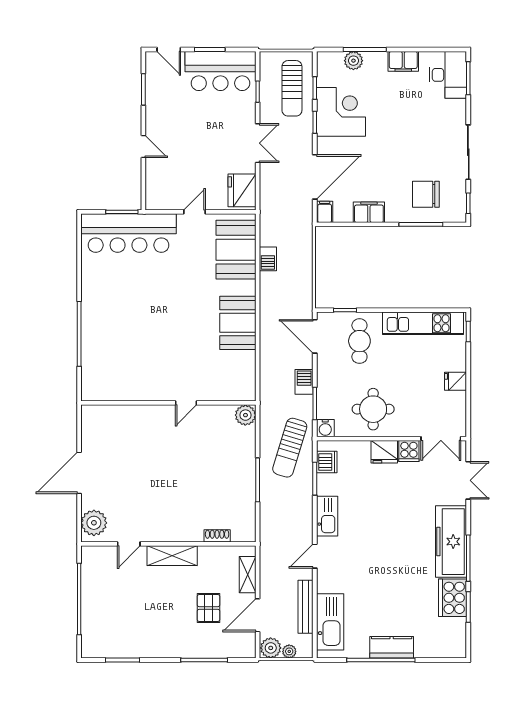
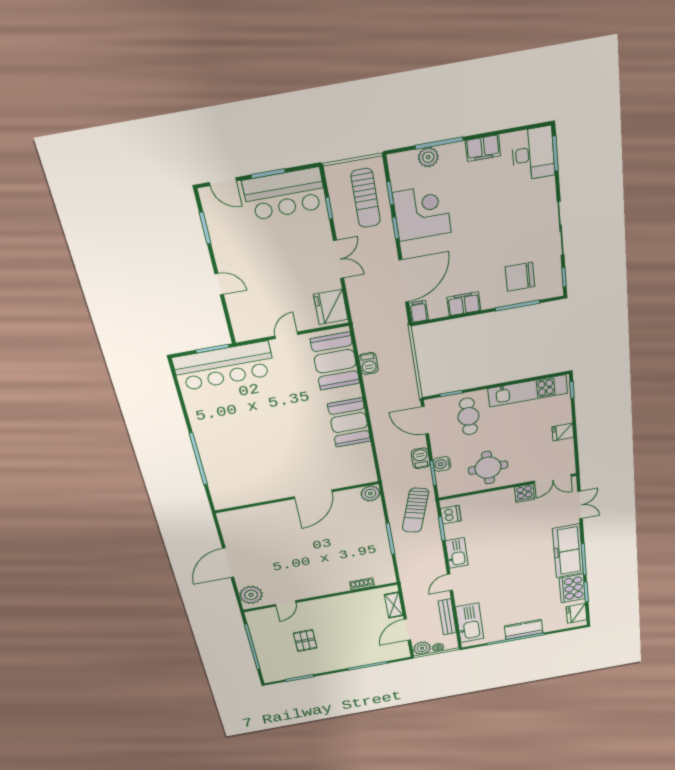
door: (186, 403) -> (313, 494), width x1.88
water cooler: (325, 428) -> (442, 464), moved, turned 90
fridge: (384, 452) -> (576, 613), moved, turned 90
shelving: (172, 556) -> (326, 604), removed
pallet: (209, 608) -> (305, 641), moved

